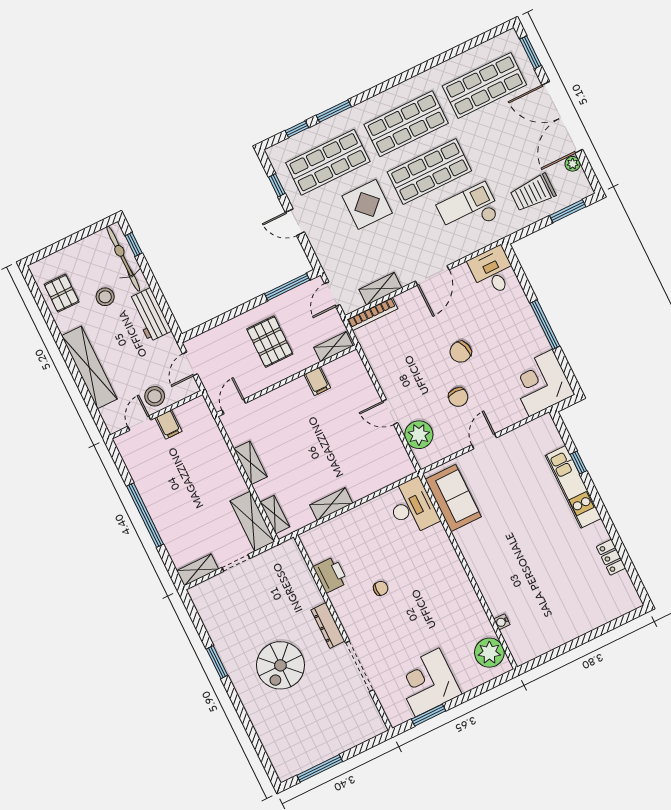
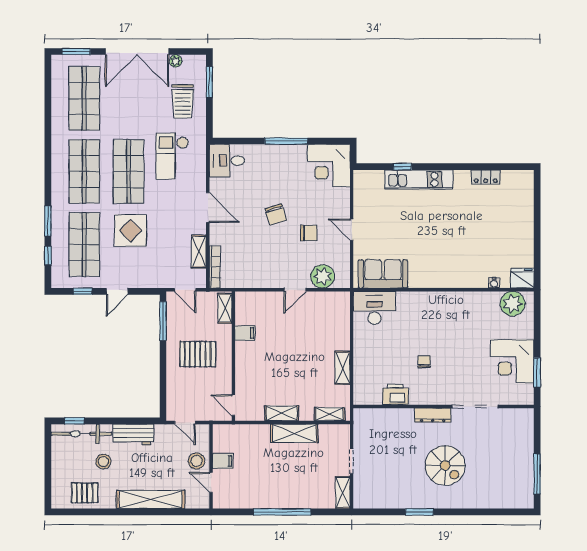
shelving: (252, 521) -> (294, 433), moved
fridge: (522, 650) -> (522, 278), added

